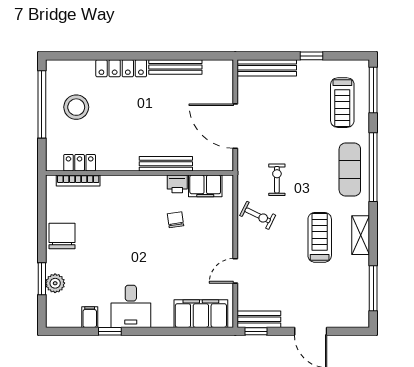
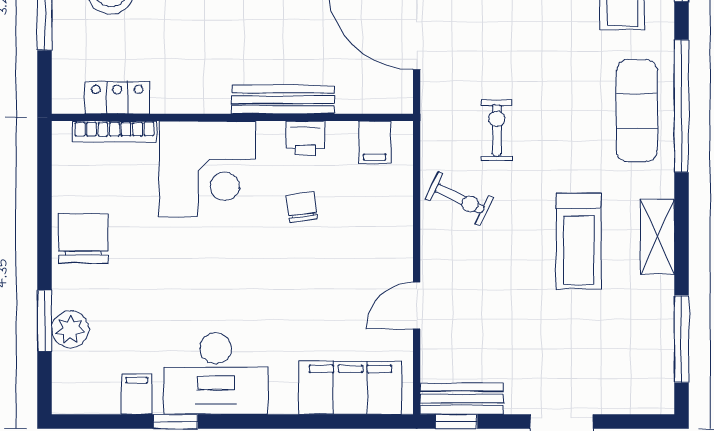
filing cabinet: (205, 186) -> (375, 142), width x0.50
corner desk: (126, 200) -> (207, 169), added
treadmill: (320, 237) -> (579, 241), turned 180
desk: (131, 306) -> (216, 374), width x1.37

